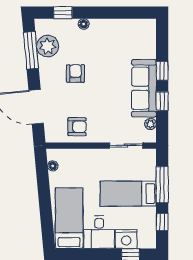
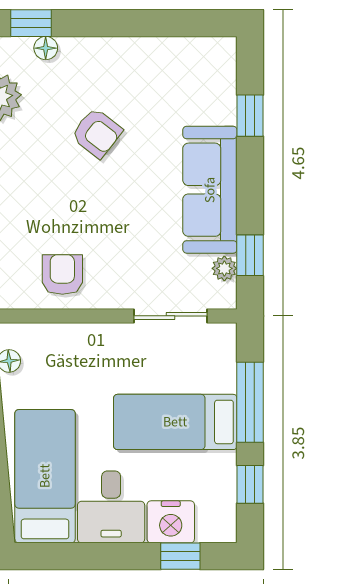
floor lamp: (84, 24) -> (46, 48), moved
window: (162, 71) -> (250, 116), moved
armchair: (75, 73) -> (97, 133), moved, turned 128
window: (162, 101) -> (250, 255), moved
armchair: (77, 127) -> (62, 275), turned -90

